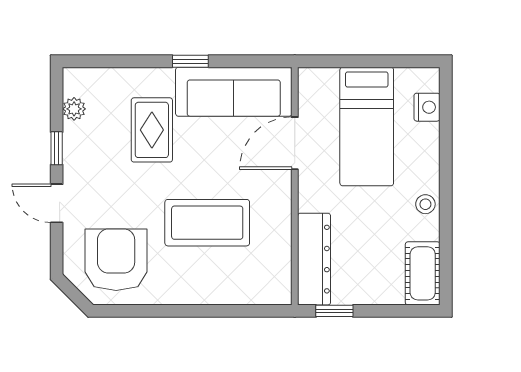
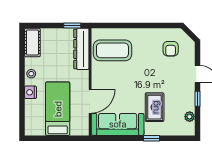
window: (190, 61) -> (151, 138), moved
nightstand: (427, 107) -> (31, 92), moved
coffee table: (207, 223) -> (112, 50), moved
armchair: (116, 260) -> (171, 49), width x0.53, depth x0.53

